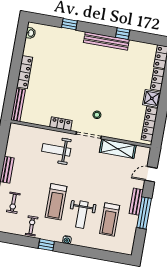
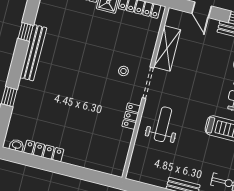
locker: (25, 72) -> (44, 151), moved
bench: (18, 105) -> (104, 167), removed
weight bench: (56, 150) -> (163, 124), turned 180

